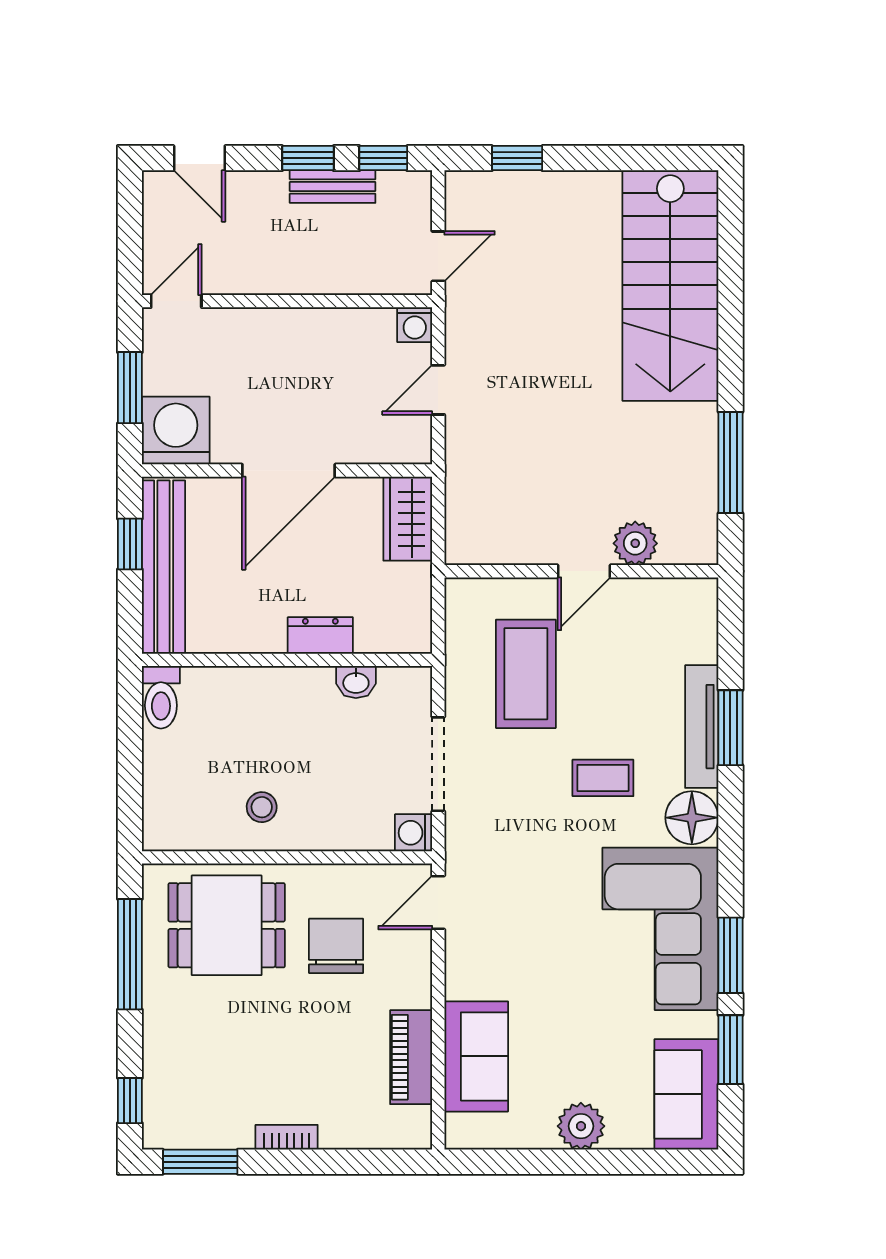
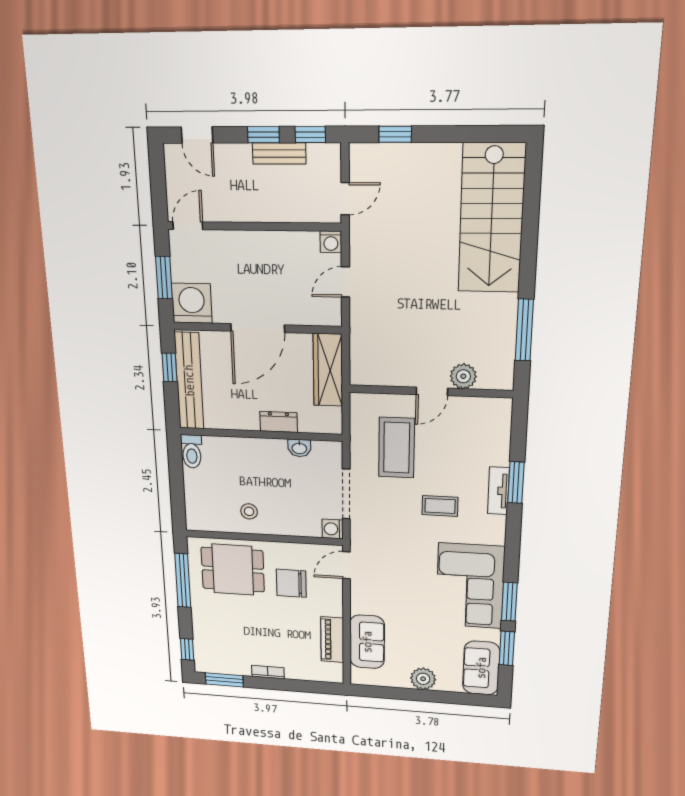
wardrobe: (408, 519) -> (328, 370), width x1.50
tv unit: (702, 727) -> (498, 491), width x0.71
floor lamp: (692, 818) -> (491, 530), removed
chair: (336, 946) -> (291, 583), turned -90

